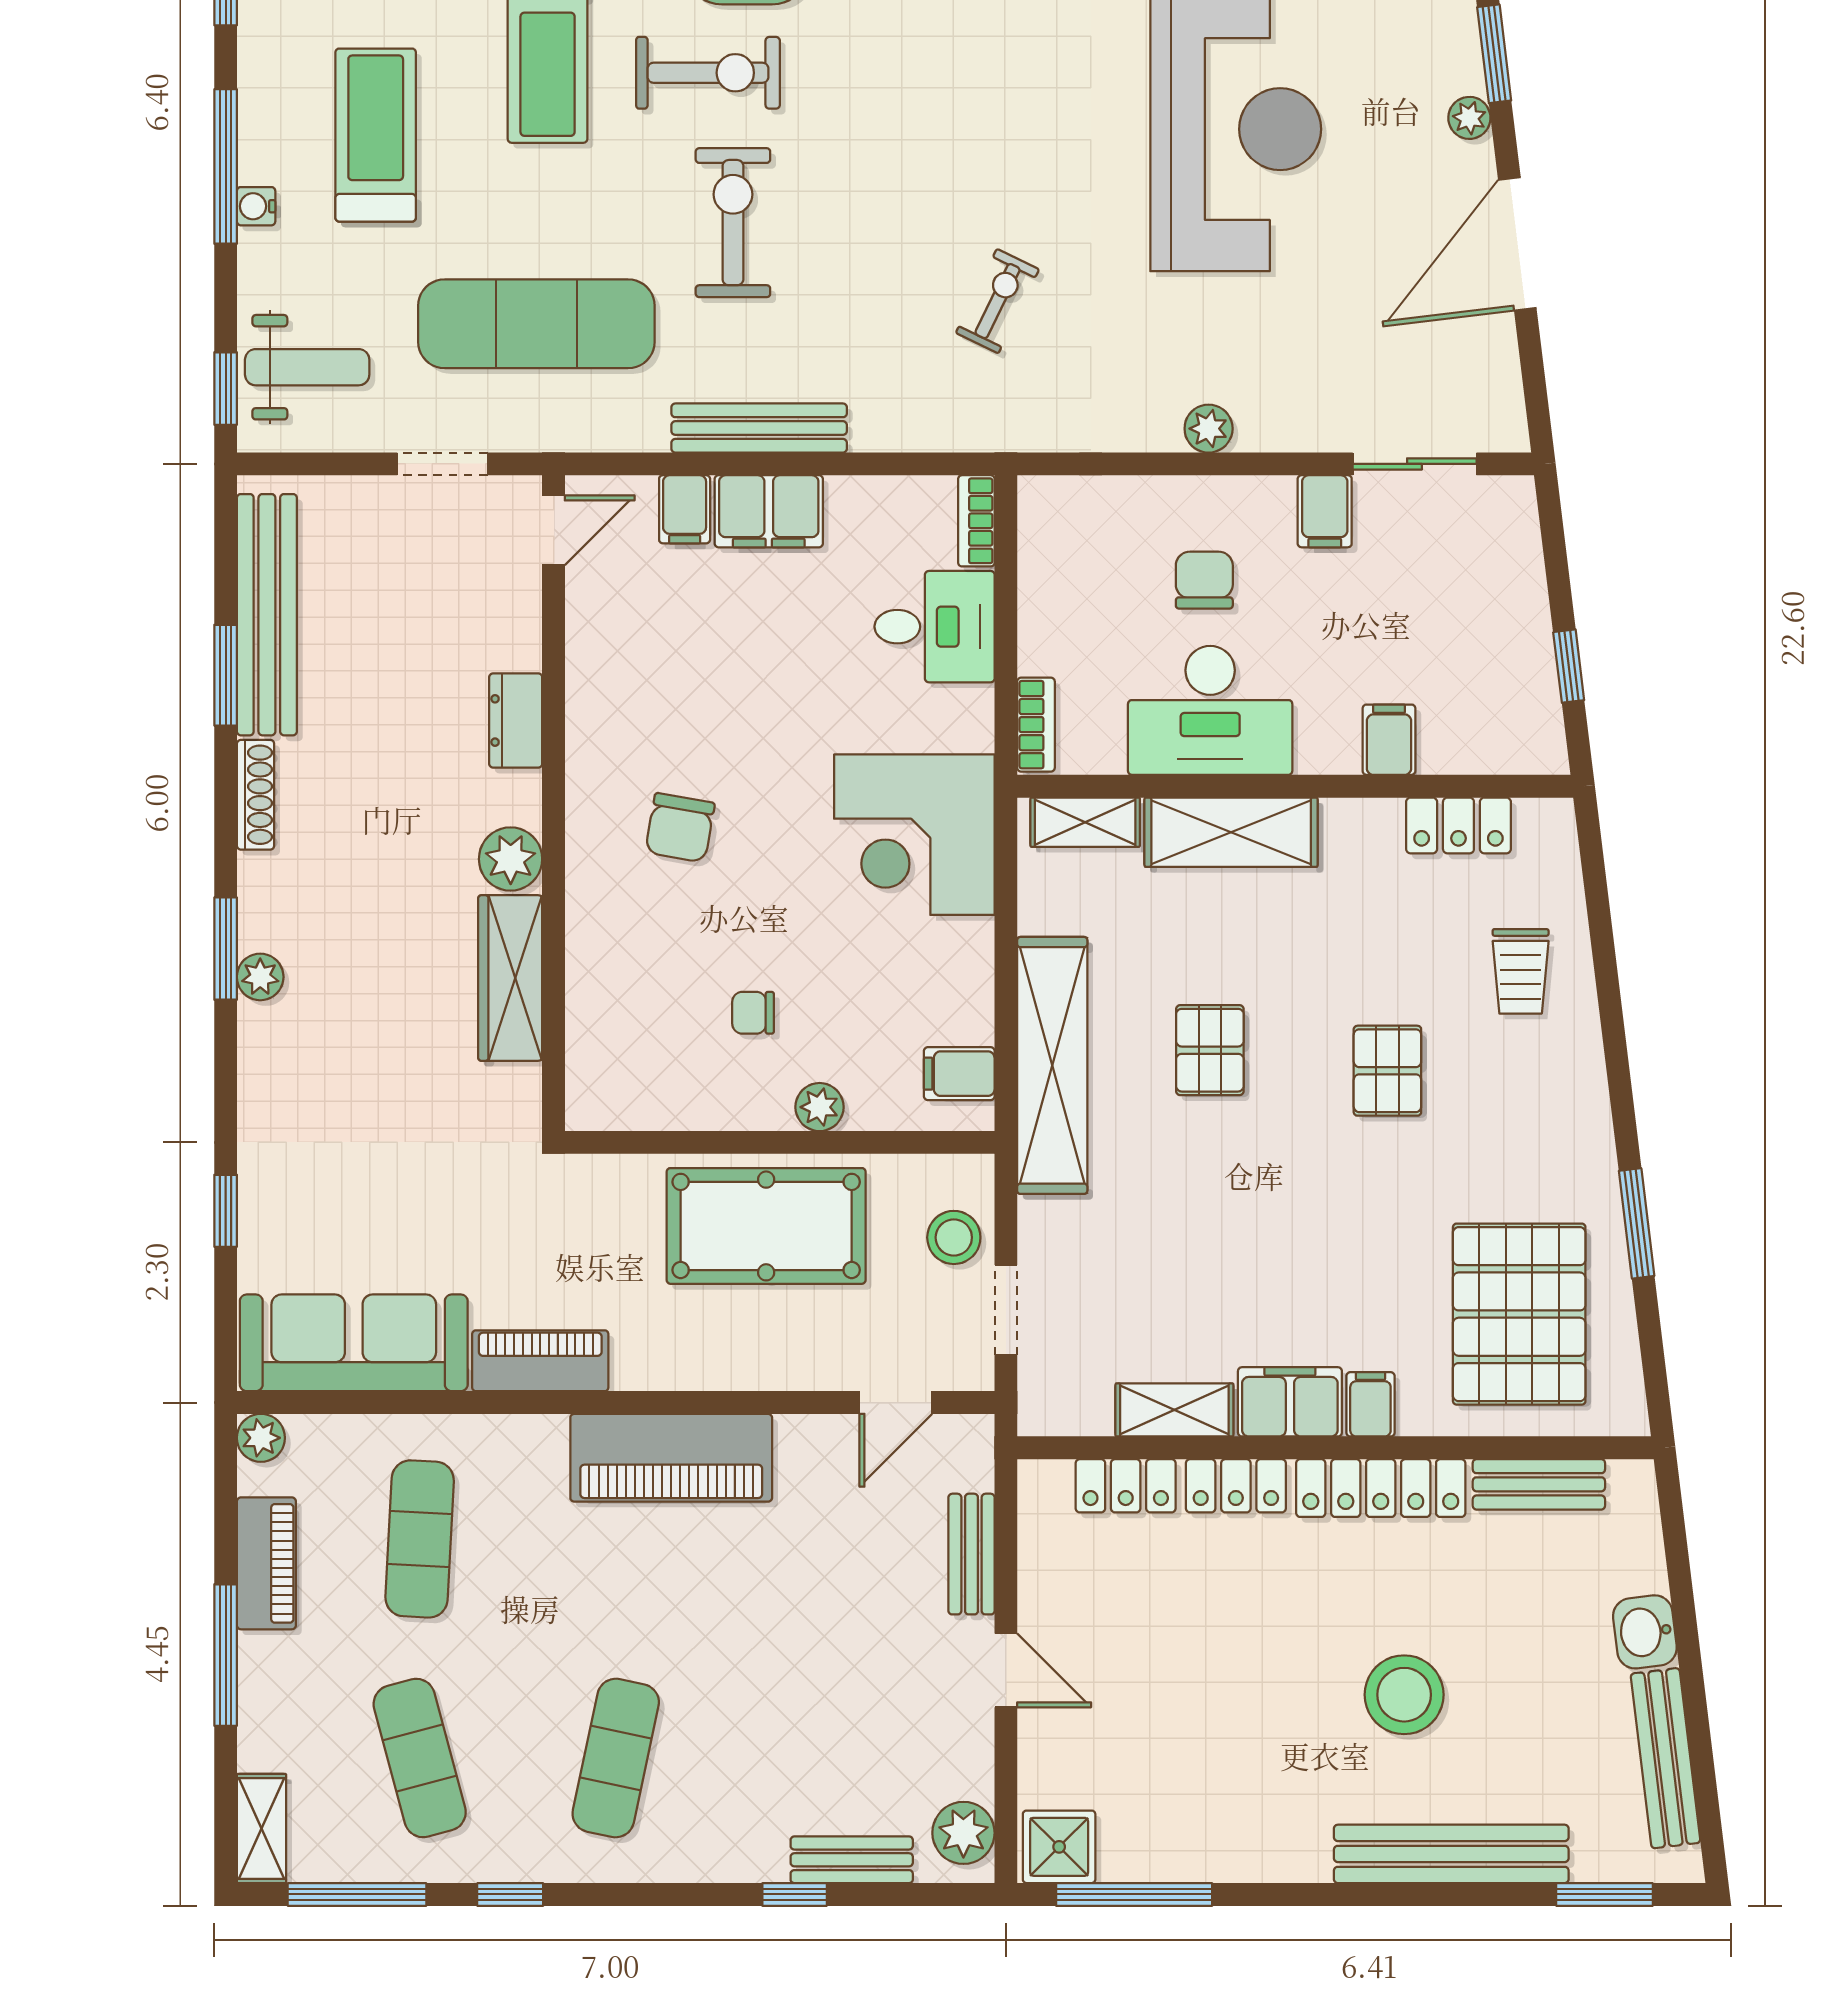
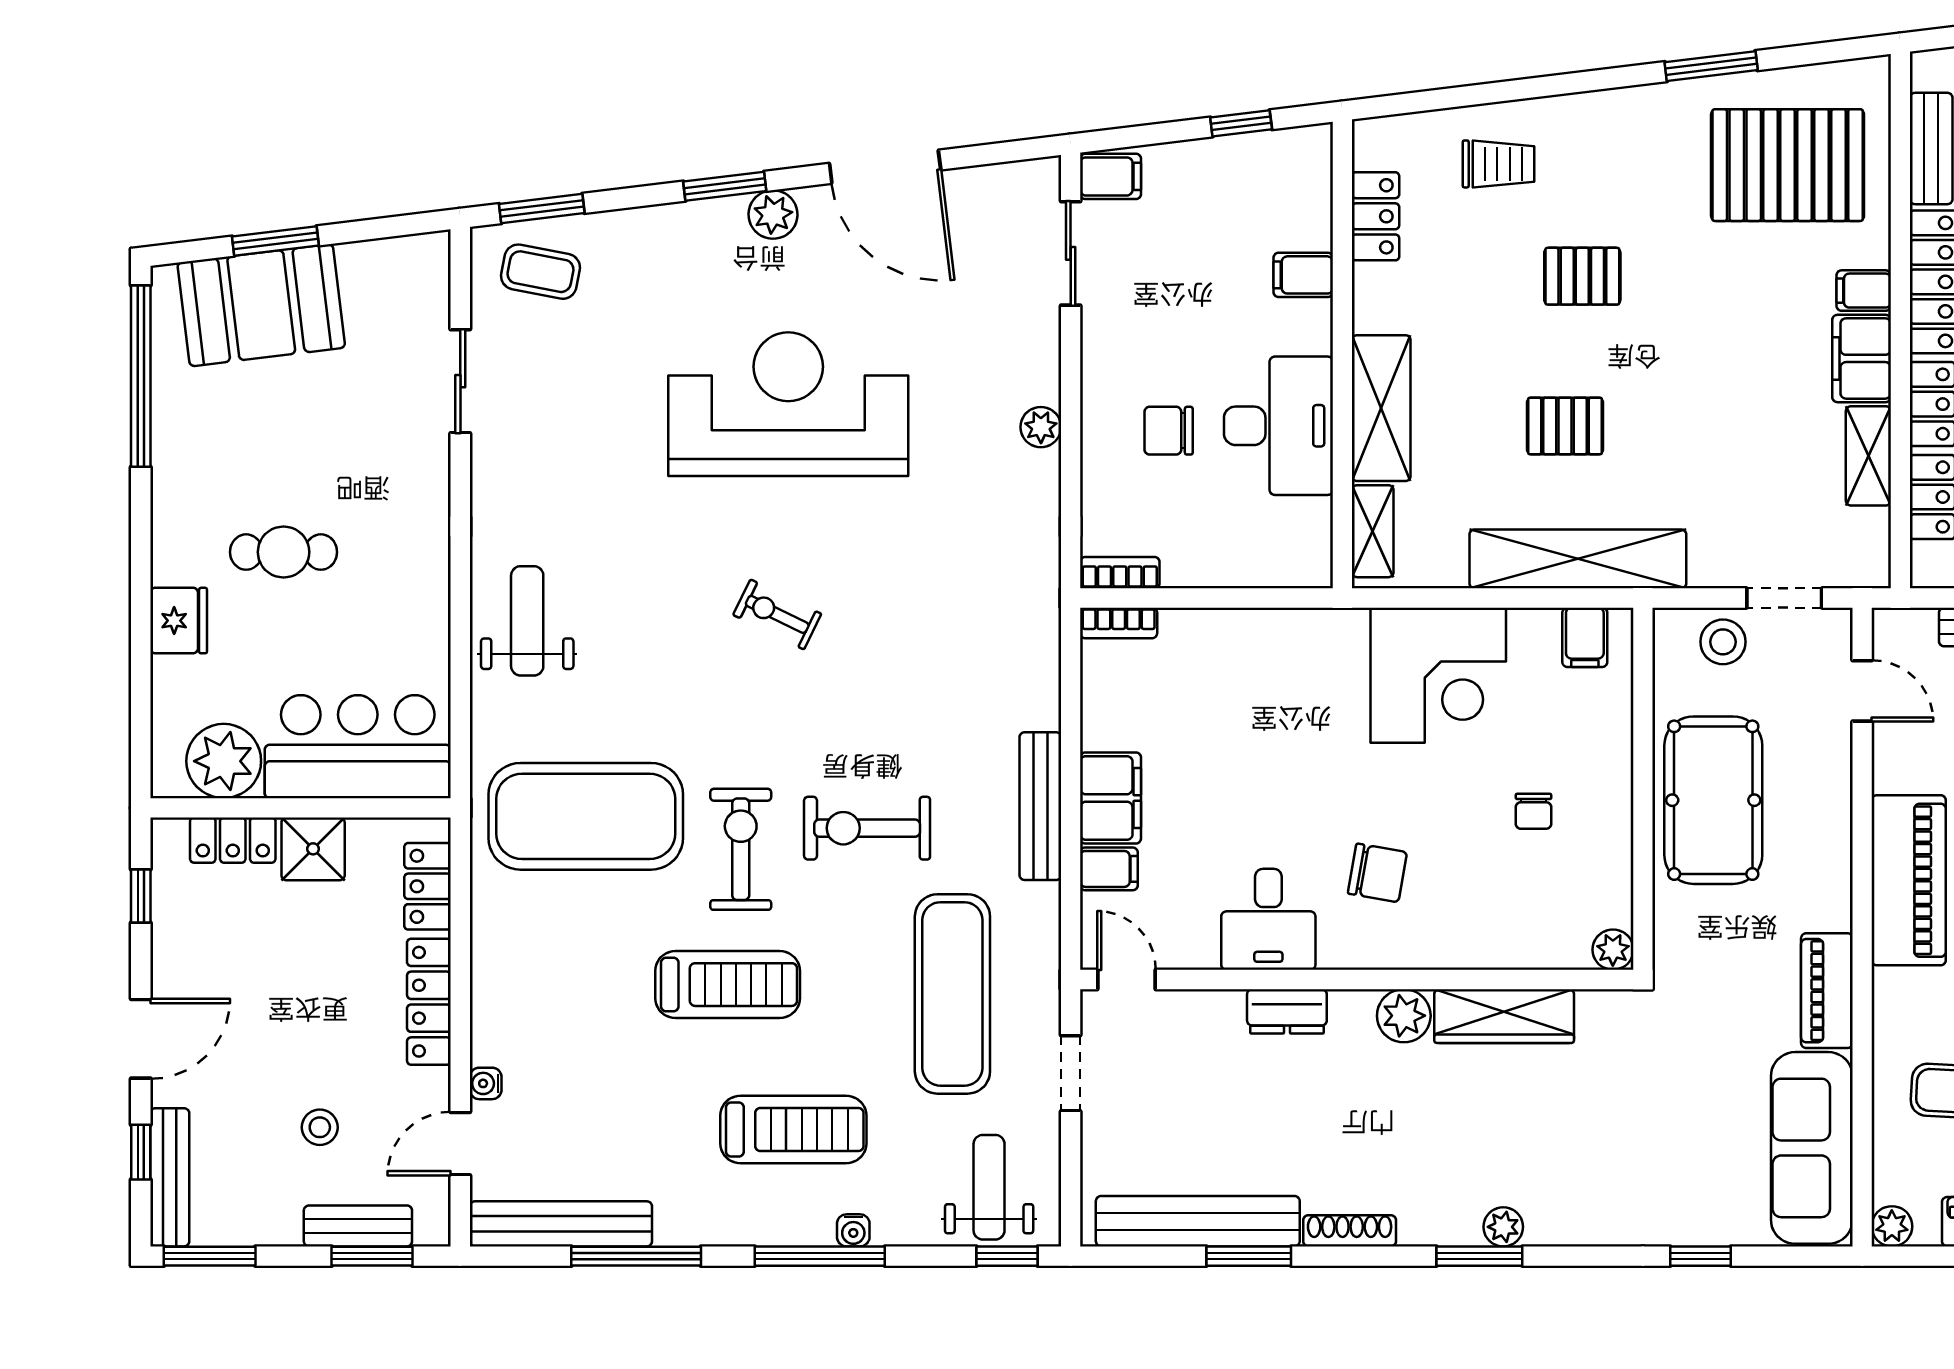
plant: (1469, 118) -> (773, 215), width x1.38, depth x1.38
treadmill: (376, 135) -> (793, 1129), turned 180
exercise bike: (998, 301) -> (777, 614), moved
filing cabinet: (1325, 511) -> (1111, 176), moved
desk: (935, 627) -> (1268, 919), moved, turned 180
bookcase: (1036, 725) -> (1120, 573), moved
corner desk: (914, 835) -> (1438, 675), moved
plant: (820, 1107) -> (1613, 950), moved

